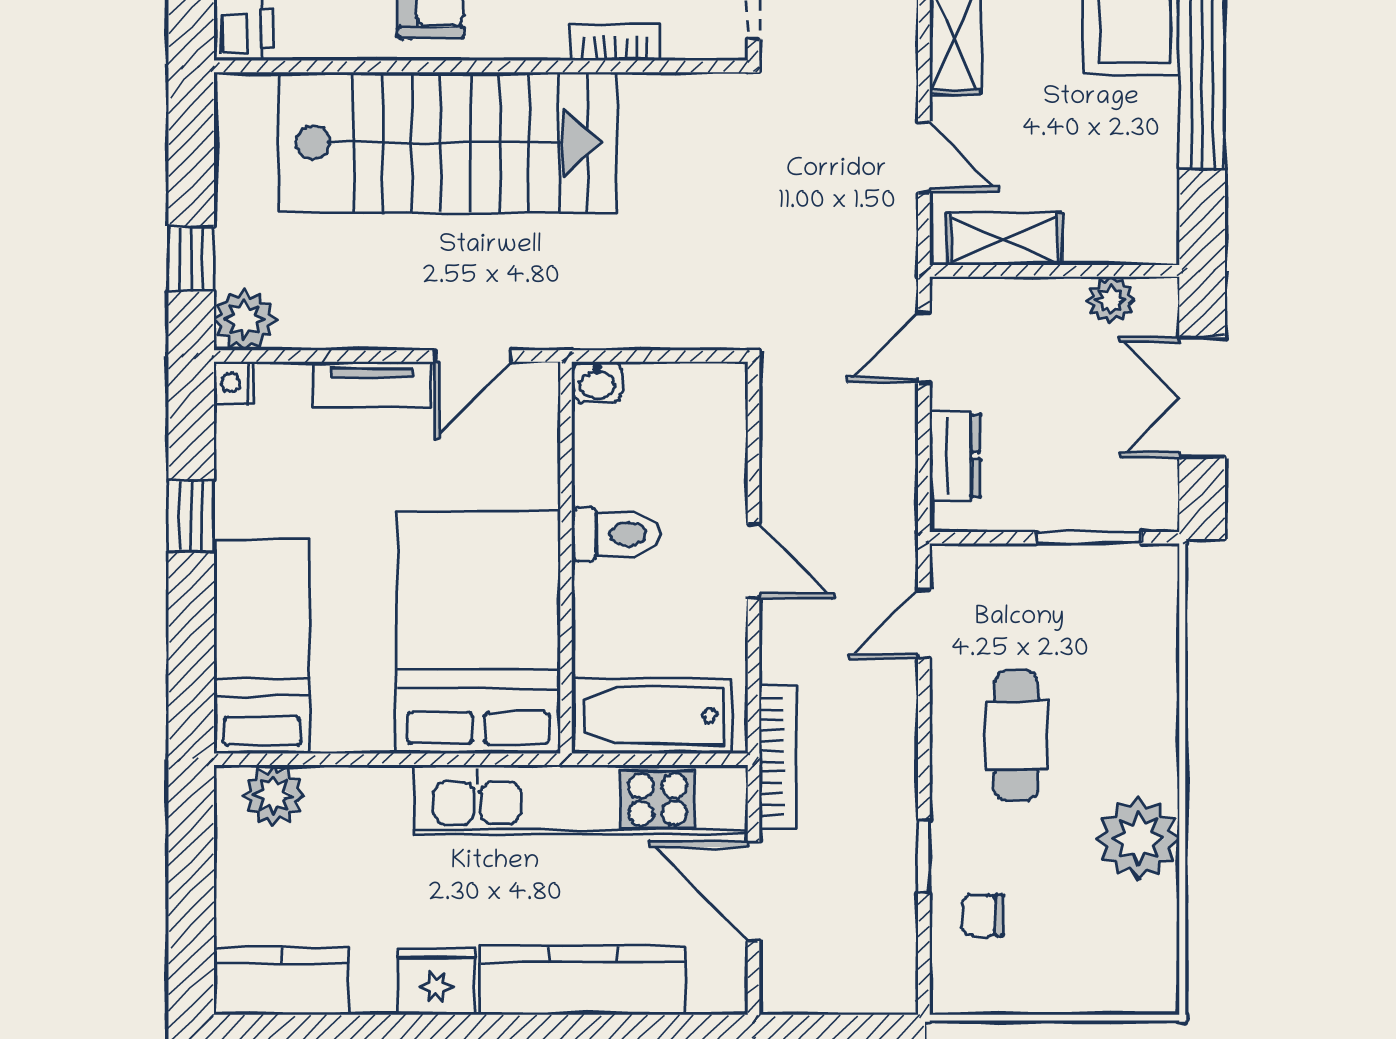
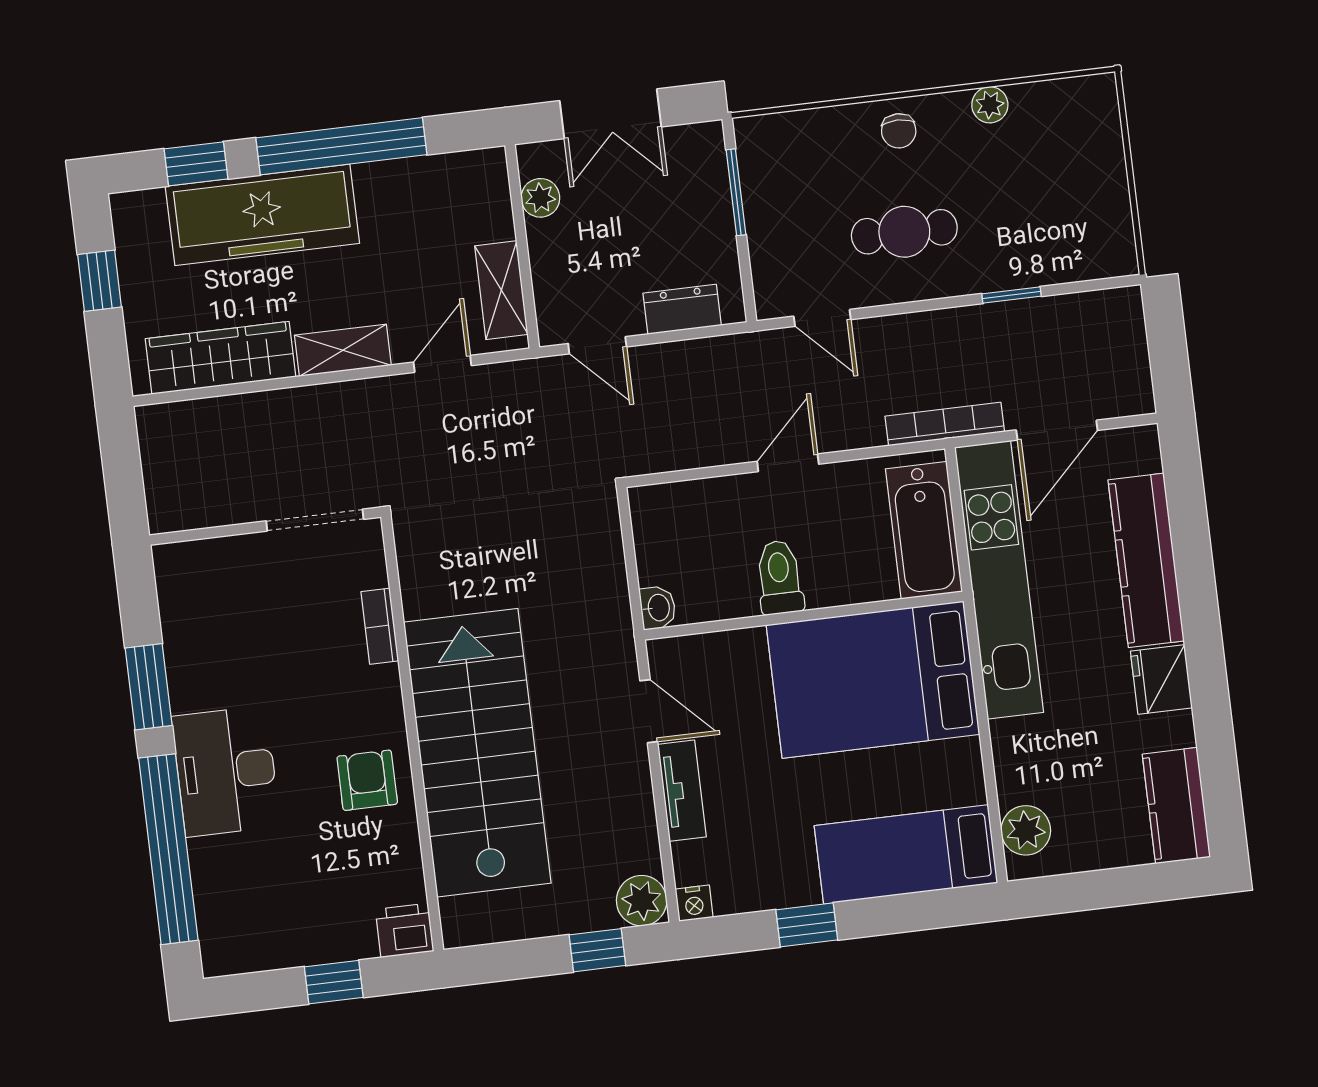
plant: (1138, 839) -> (990, 105), width x0.53, depth x0.53
chair: (983, 915) -> (899, 131), moved

